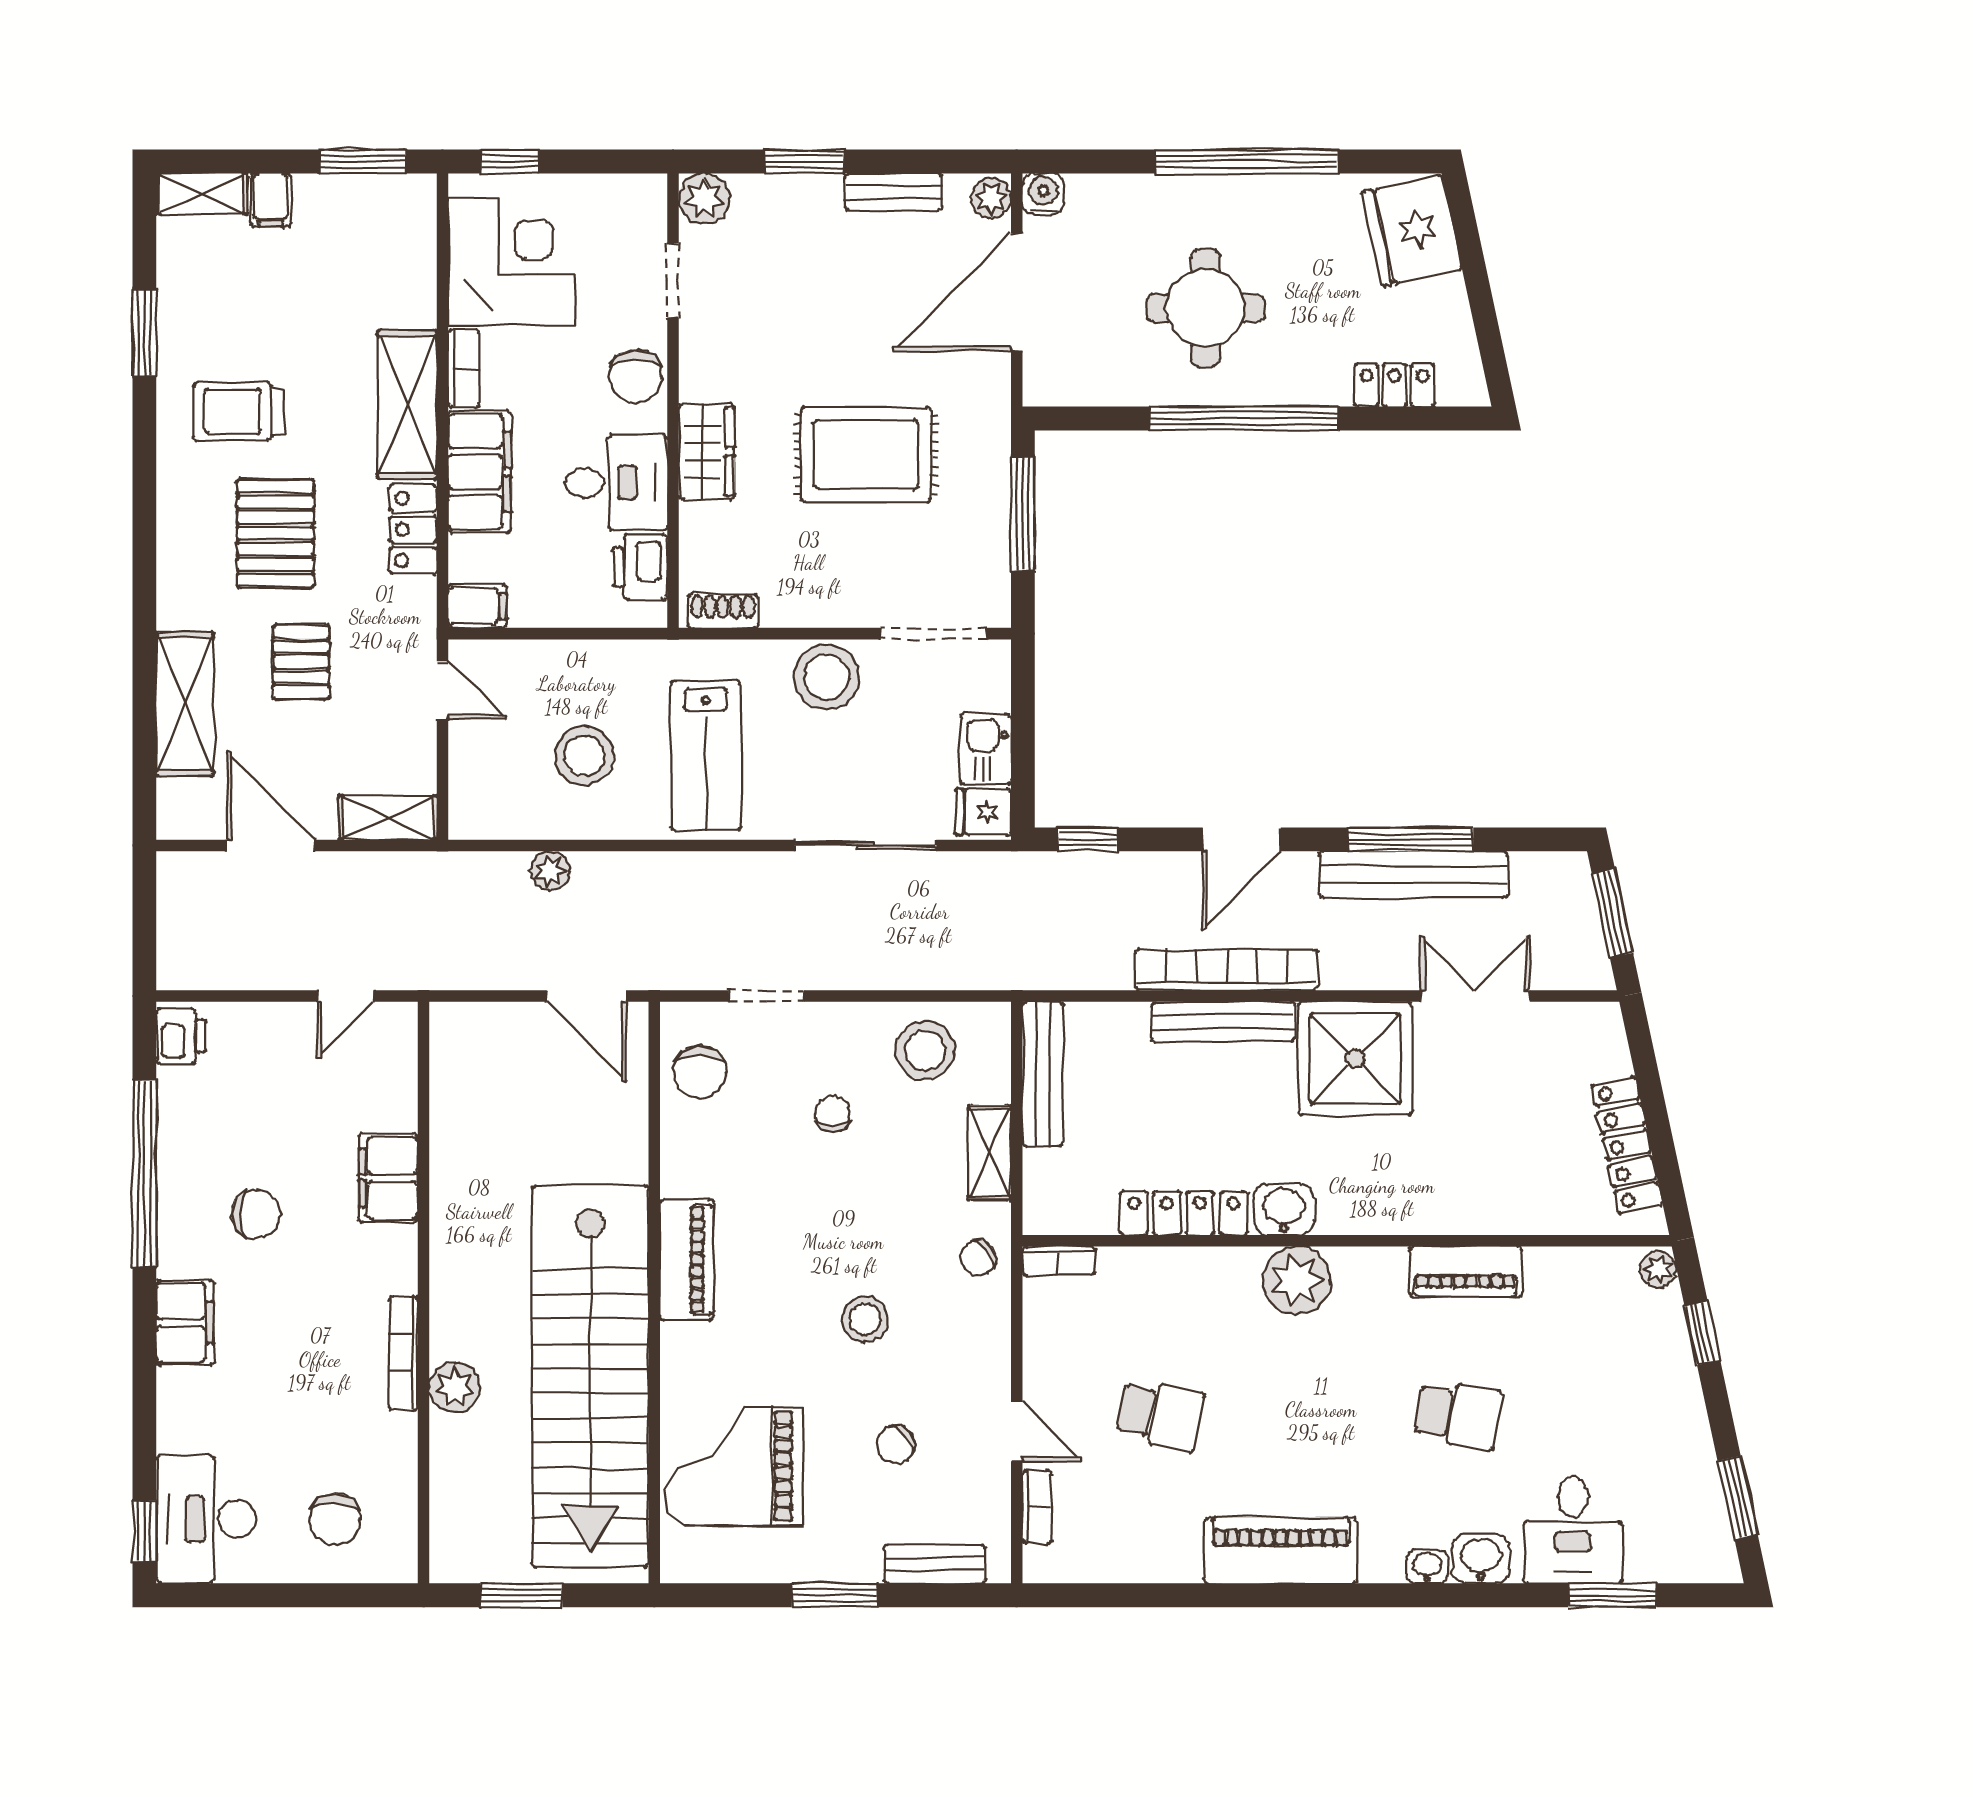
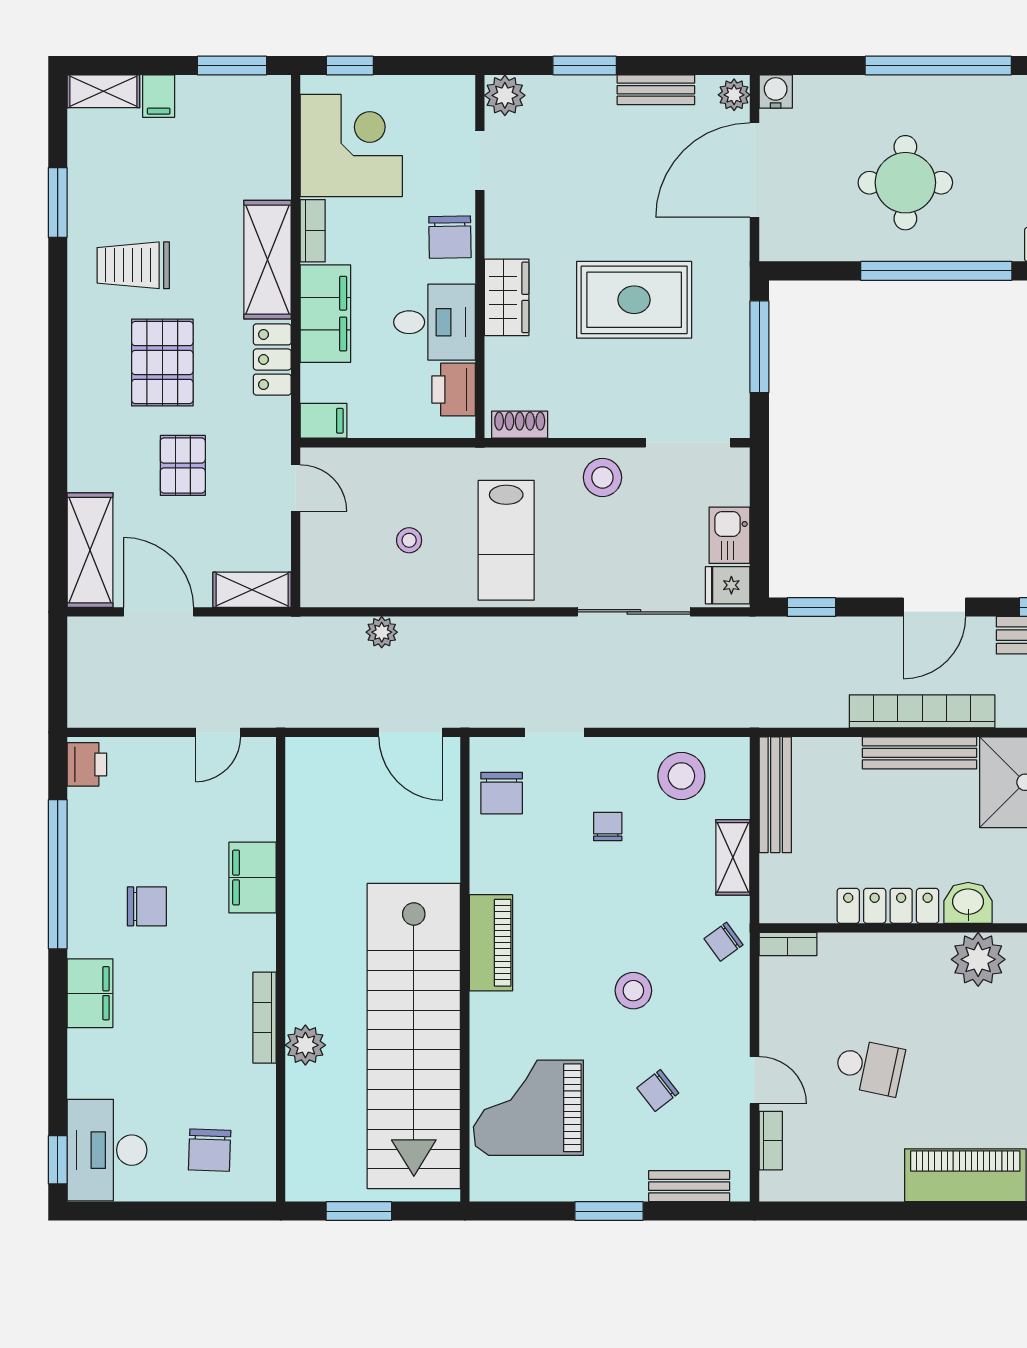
stool: (826, 677) -> (602, 477), width x0.73, depth x0.73
shelving: (185, 704) -> (90, 550), moved
stool: (584, 756) -> (409, 540), width x0.53, depth x0.53

